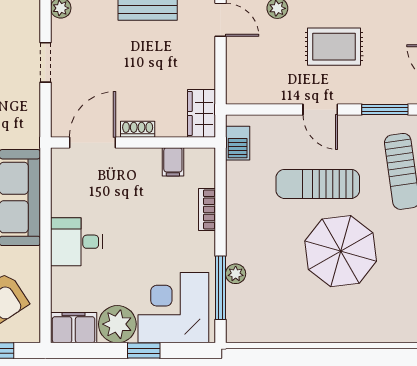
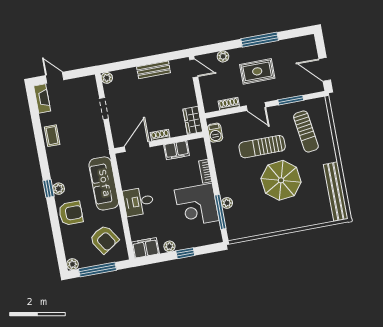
shoe rack: (272, 96) -> (229, 104), added
filing cabinet: (173, 162) -> (177, 150), width x2.00
corner desk: (173, 308) -> (197, 205), moved, turned -90
plant: (117, 324) -> (169, 246), width x0.53, depth x0.53

